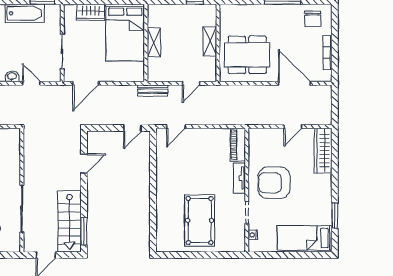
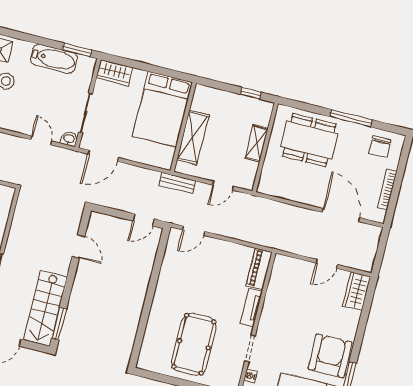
wardrobe: (91, 12) -> (114, 72), moved
shelving: (154, 42) -> (193, 137), width x1.50, depth x1.33
dining table: (247, 55) -> (309, 140), moved
washbasin: (12, 76) -> (69, 139), moved
wardrobe: (323, 151) -> (357, 291), width x0.67
door: (84, 163) -> (78, 246), hinge flipped
armchair: (274, 183) -> (330, 356), moved, turned 90

